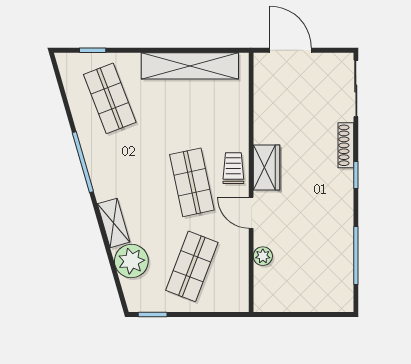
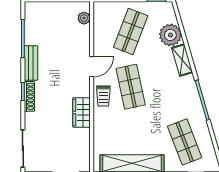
shoe rack: (346, 145) -> (29, 96), moved
wardrobe: (266, 168) -> (82, 112), moved
door: (251, 213) -> (92, 67), hinge flipped
bench: (343, 218) -> (31, 63), added
plant: (263, 256) -> (84, 18), moved

